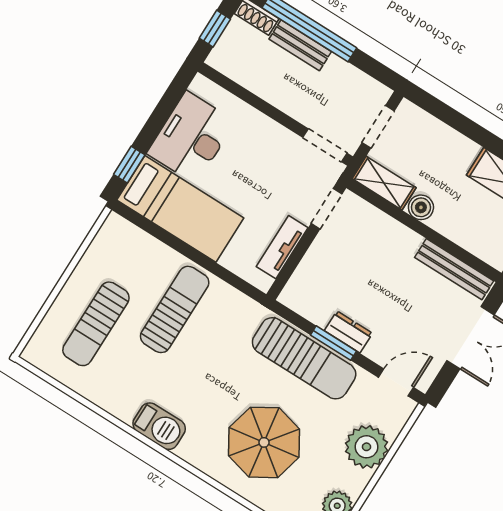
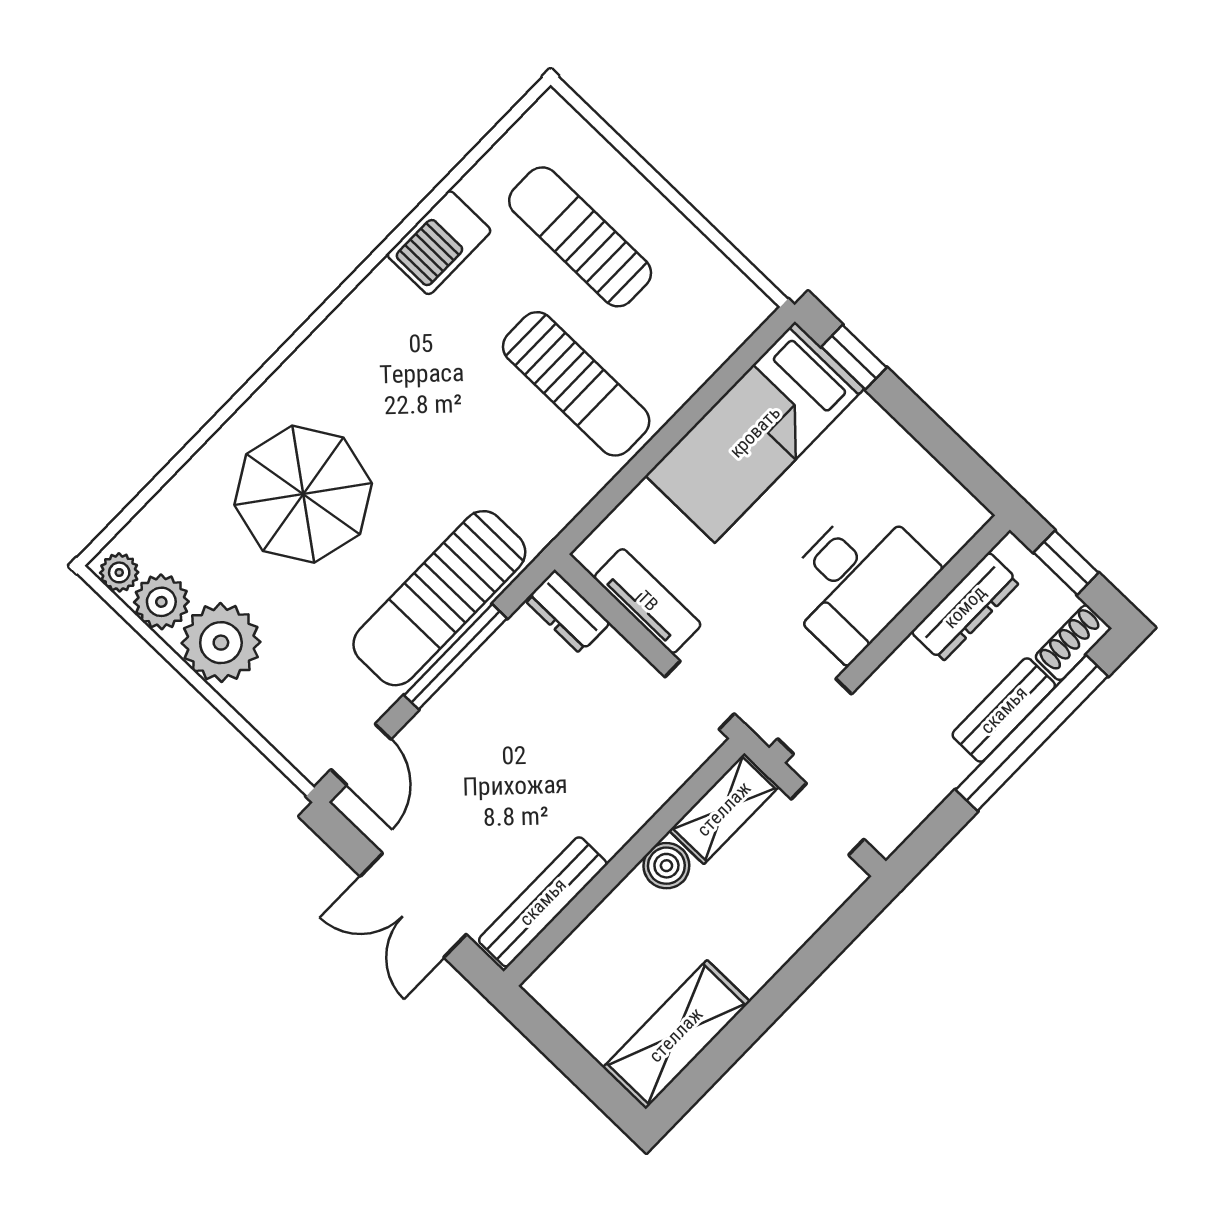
dresser: (250, 77) -> (965, 607), added
desk: (191, 137) -> (857, 580), moved, turned 90
dresser: (348, 332) -> (567, 612), moved, turned 90
window: (333, 343) -> (455, 657), width x1.44
barbecue: (159, 426) -> (439, 243), moved
plant: (366, 447) -> (221, 643), moved

